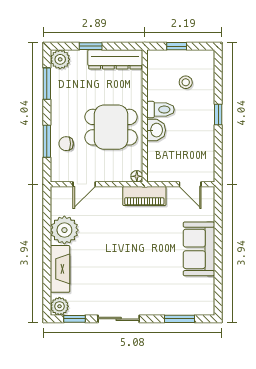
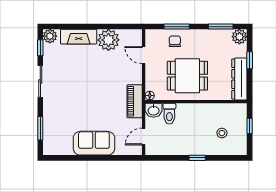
toilet: (160, 110) -> (169, 114), moved
dining table: (111, 127) -> (187, 76), turned 90
washbasin: (156, 130) -> (154, 110), moved

